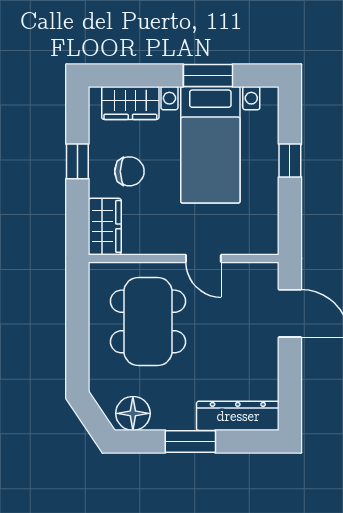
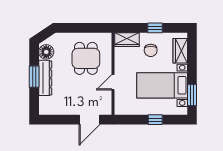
window: (208, 76) -> (192, 95), moved
dining table: (148, 321) -> (86, 58), width x0.73
dresser: (238, 416) -> (45, 78), moved

